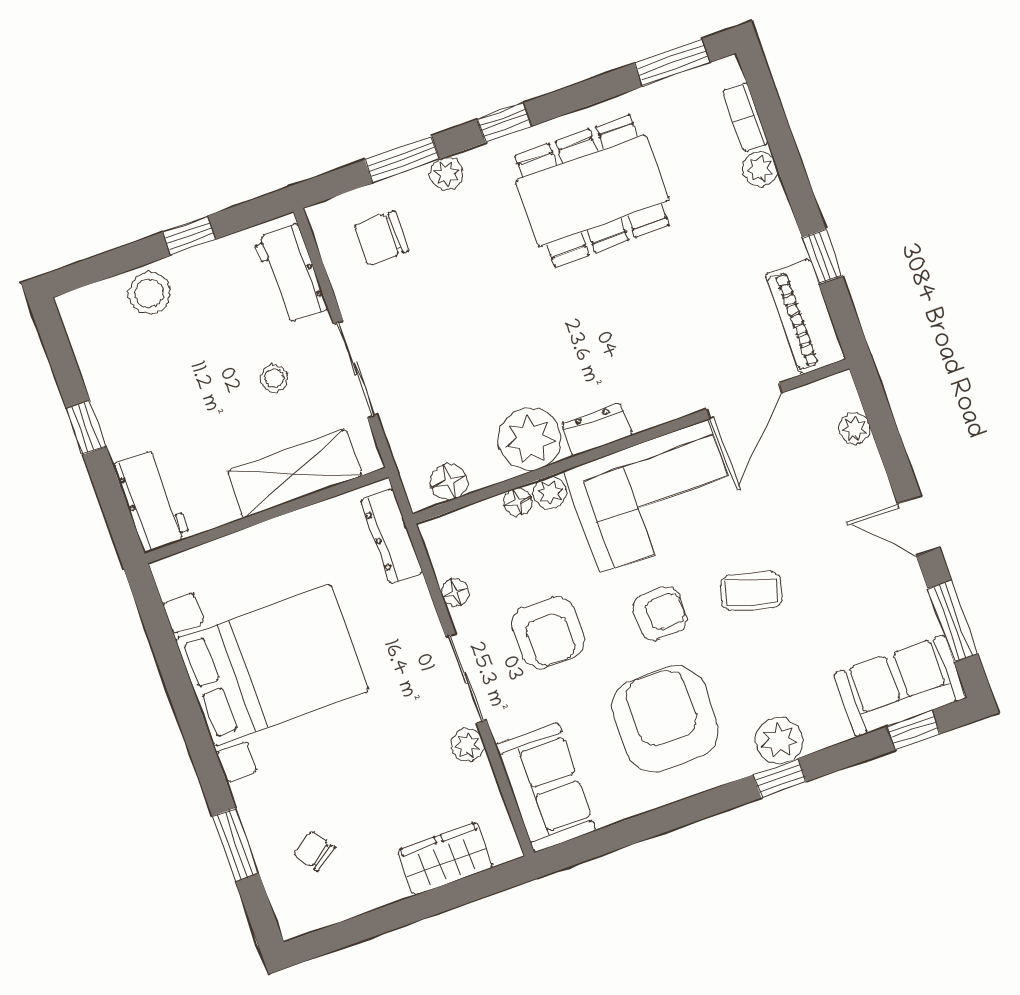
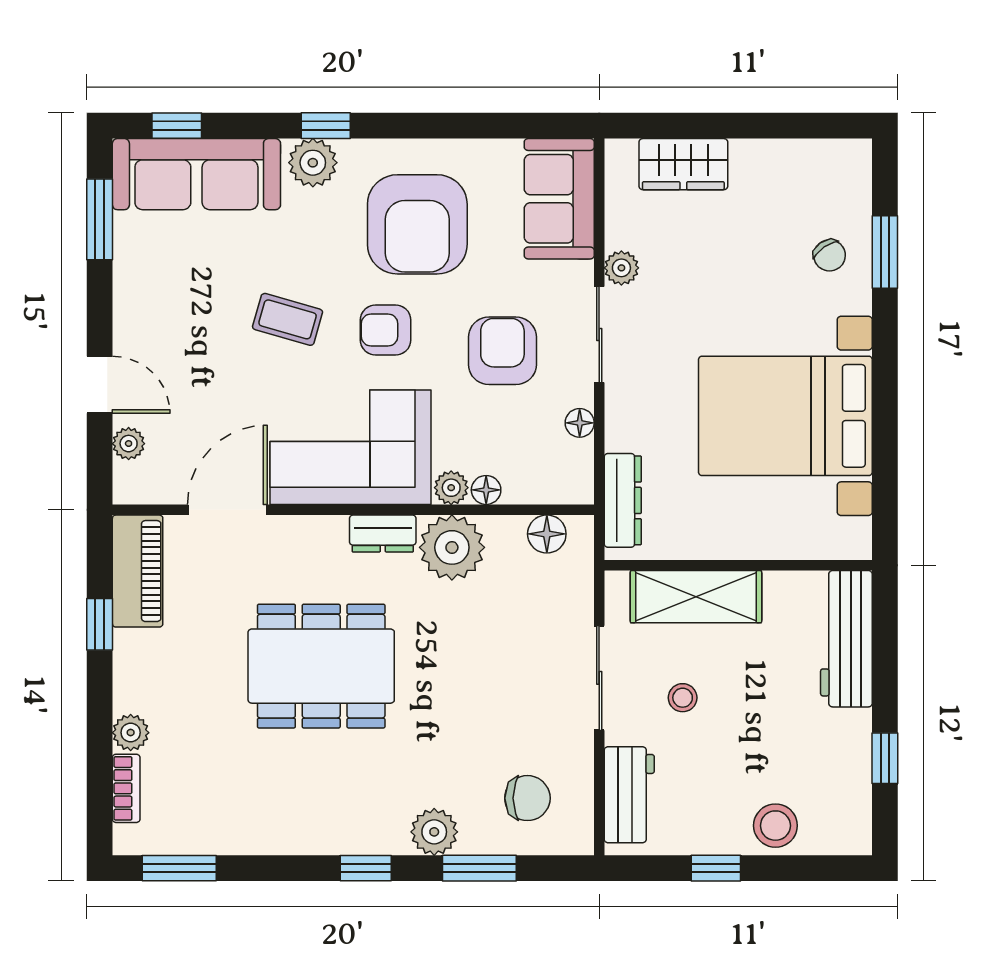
plant: (447, 174) -> (434, 832), width x1.38, depth x1.38
dining table: (592, 191) -> (321, 666), moved
window: (86, 428) -> (885, 758), moved
workbench: (152, 501) -> (846, 639), width x1.38
door: (919, 526) -> (100, 385), moved
sofa: (900, 686) -> (196, 174), width x1.36
chair: (314, 851) -> (830, 255), moved

